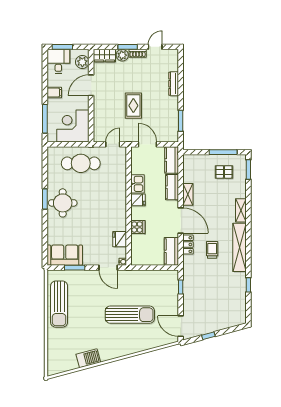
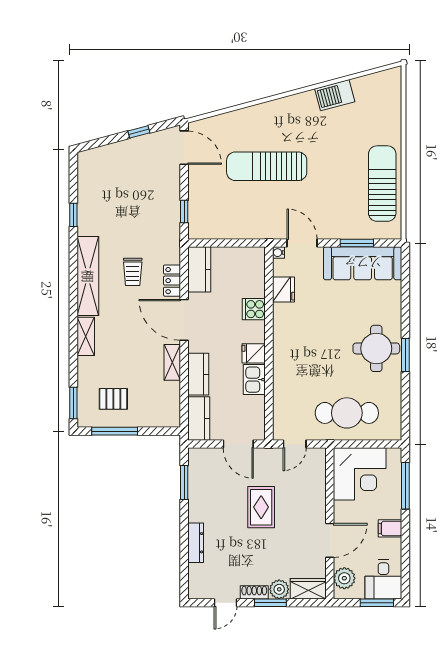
sofa: (65, 255) -> (363, 263), width x1.36

